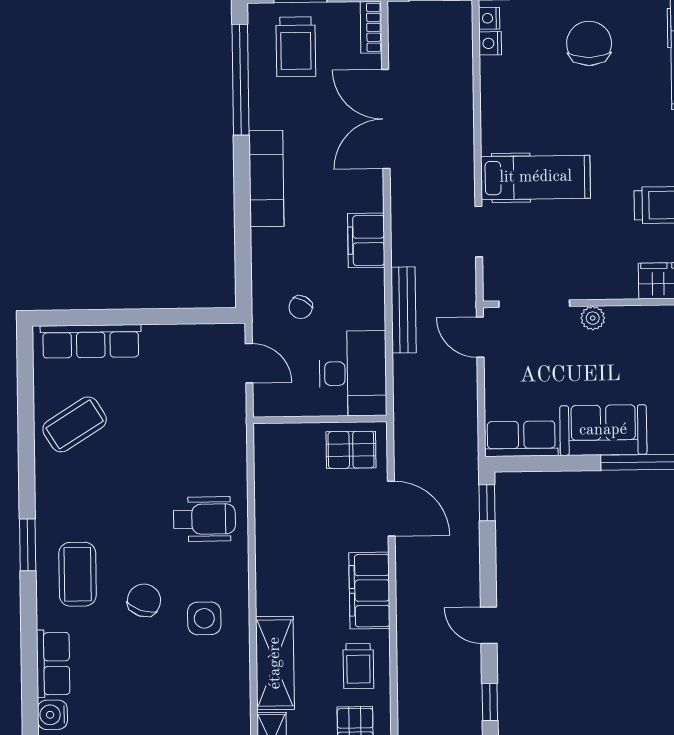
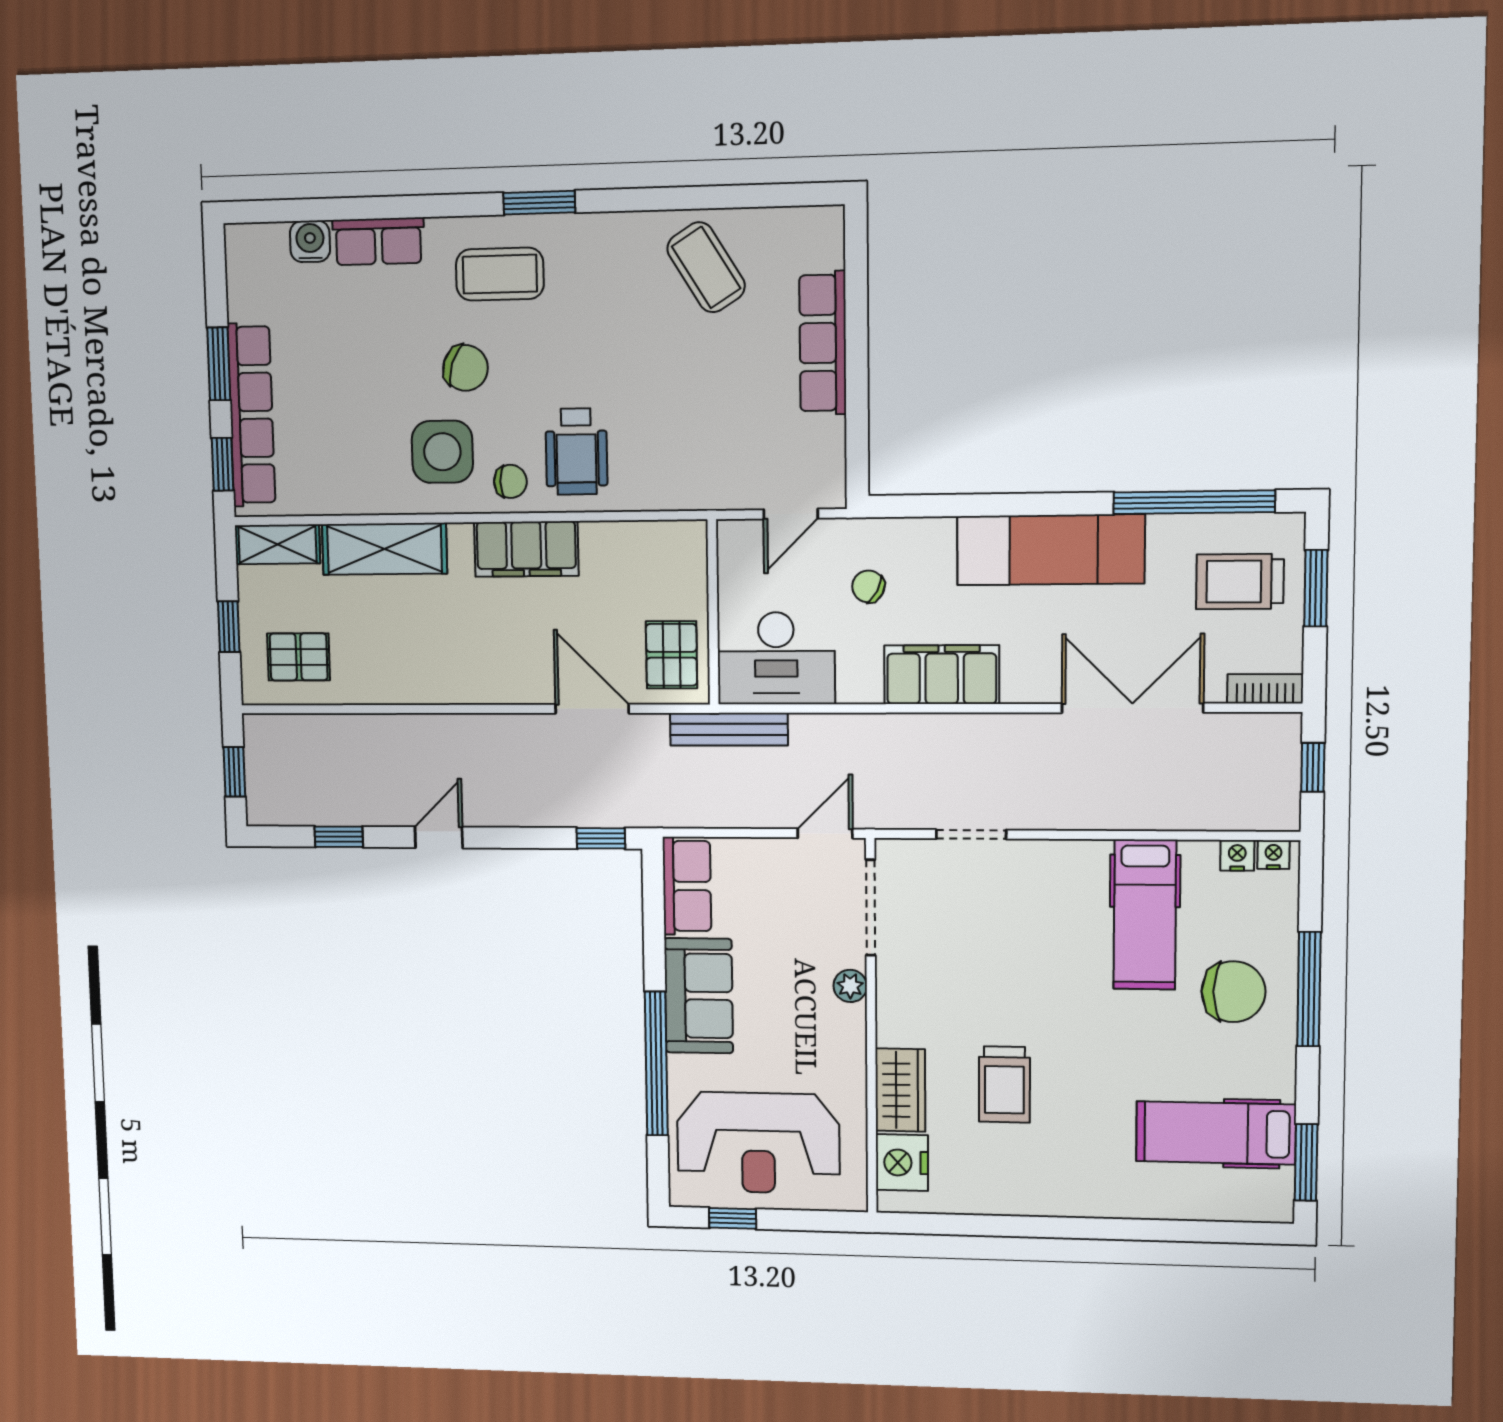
hospital bed: (536, 177) -> (1145, 915), moved
exam couch: (266, 179) -> (1051, 550), width x1.36, depth x1.45
filing cabinet: (366, 240) -> (942, 675), width x1.50, depth x1.17
bench: (404, 310) -> (729, 729), moved
row of seats: (91, 341) -> (823, 343), moved
door: (391, 509) -> (592, 709), swing flipped
chair: (226, 568) -> (510, 481), added
filing cabinet: (369, 591) -> (526, 549), moved, turned 180
side table: (204, 618) -> (442, 452), width x1.37, depth x1.37
trolley: (358, 666) -> (382, 662), removed

